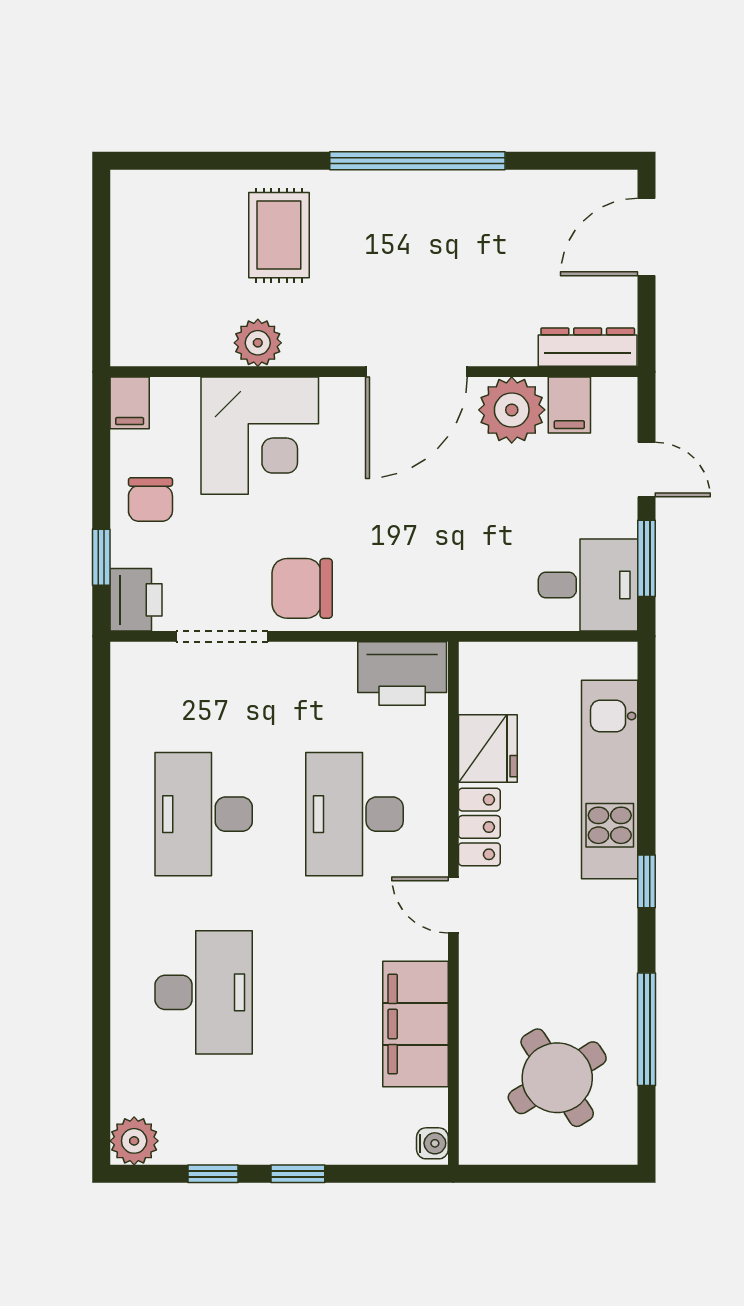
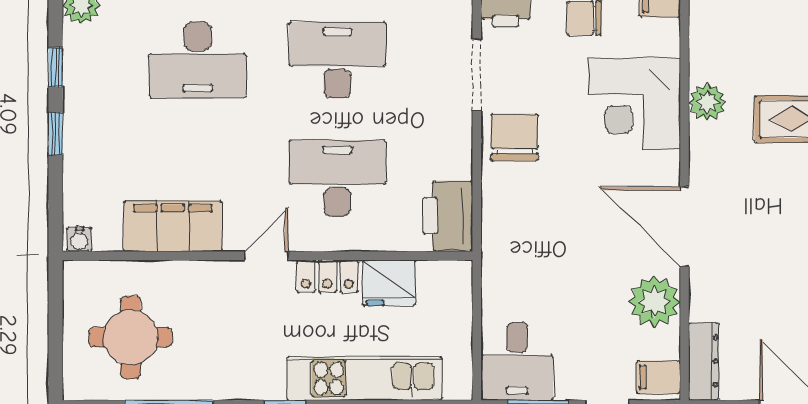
filing cabinet: (569, 405) -> (658, 377), moved
round table: (557, 1078) -> (131, 337), turned 32

